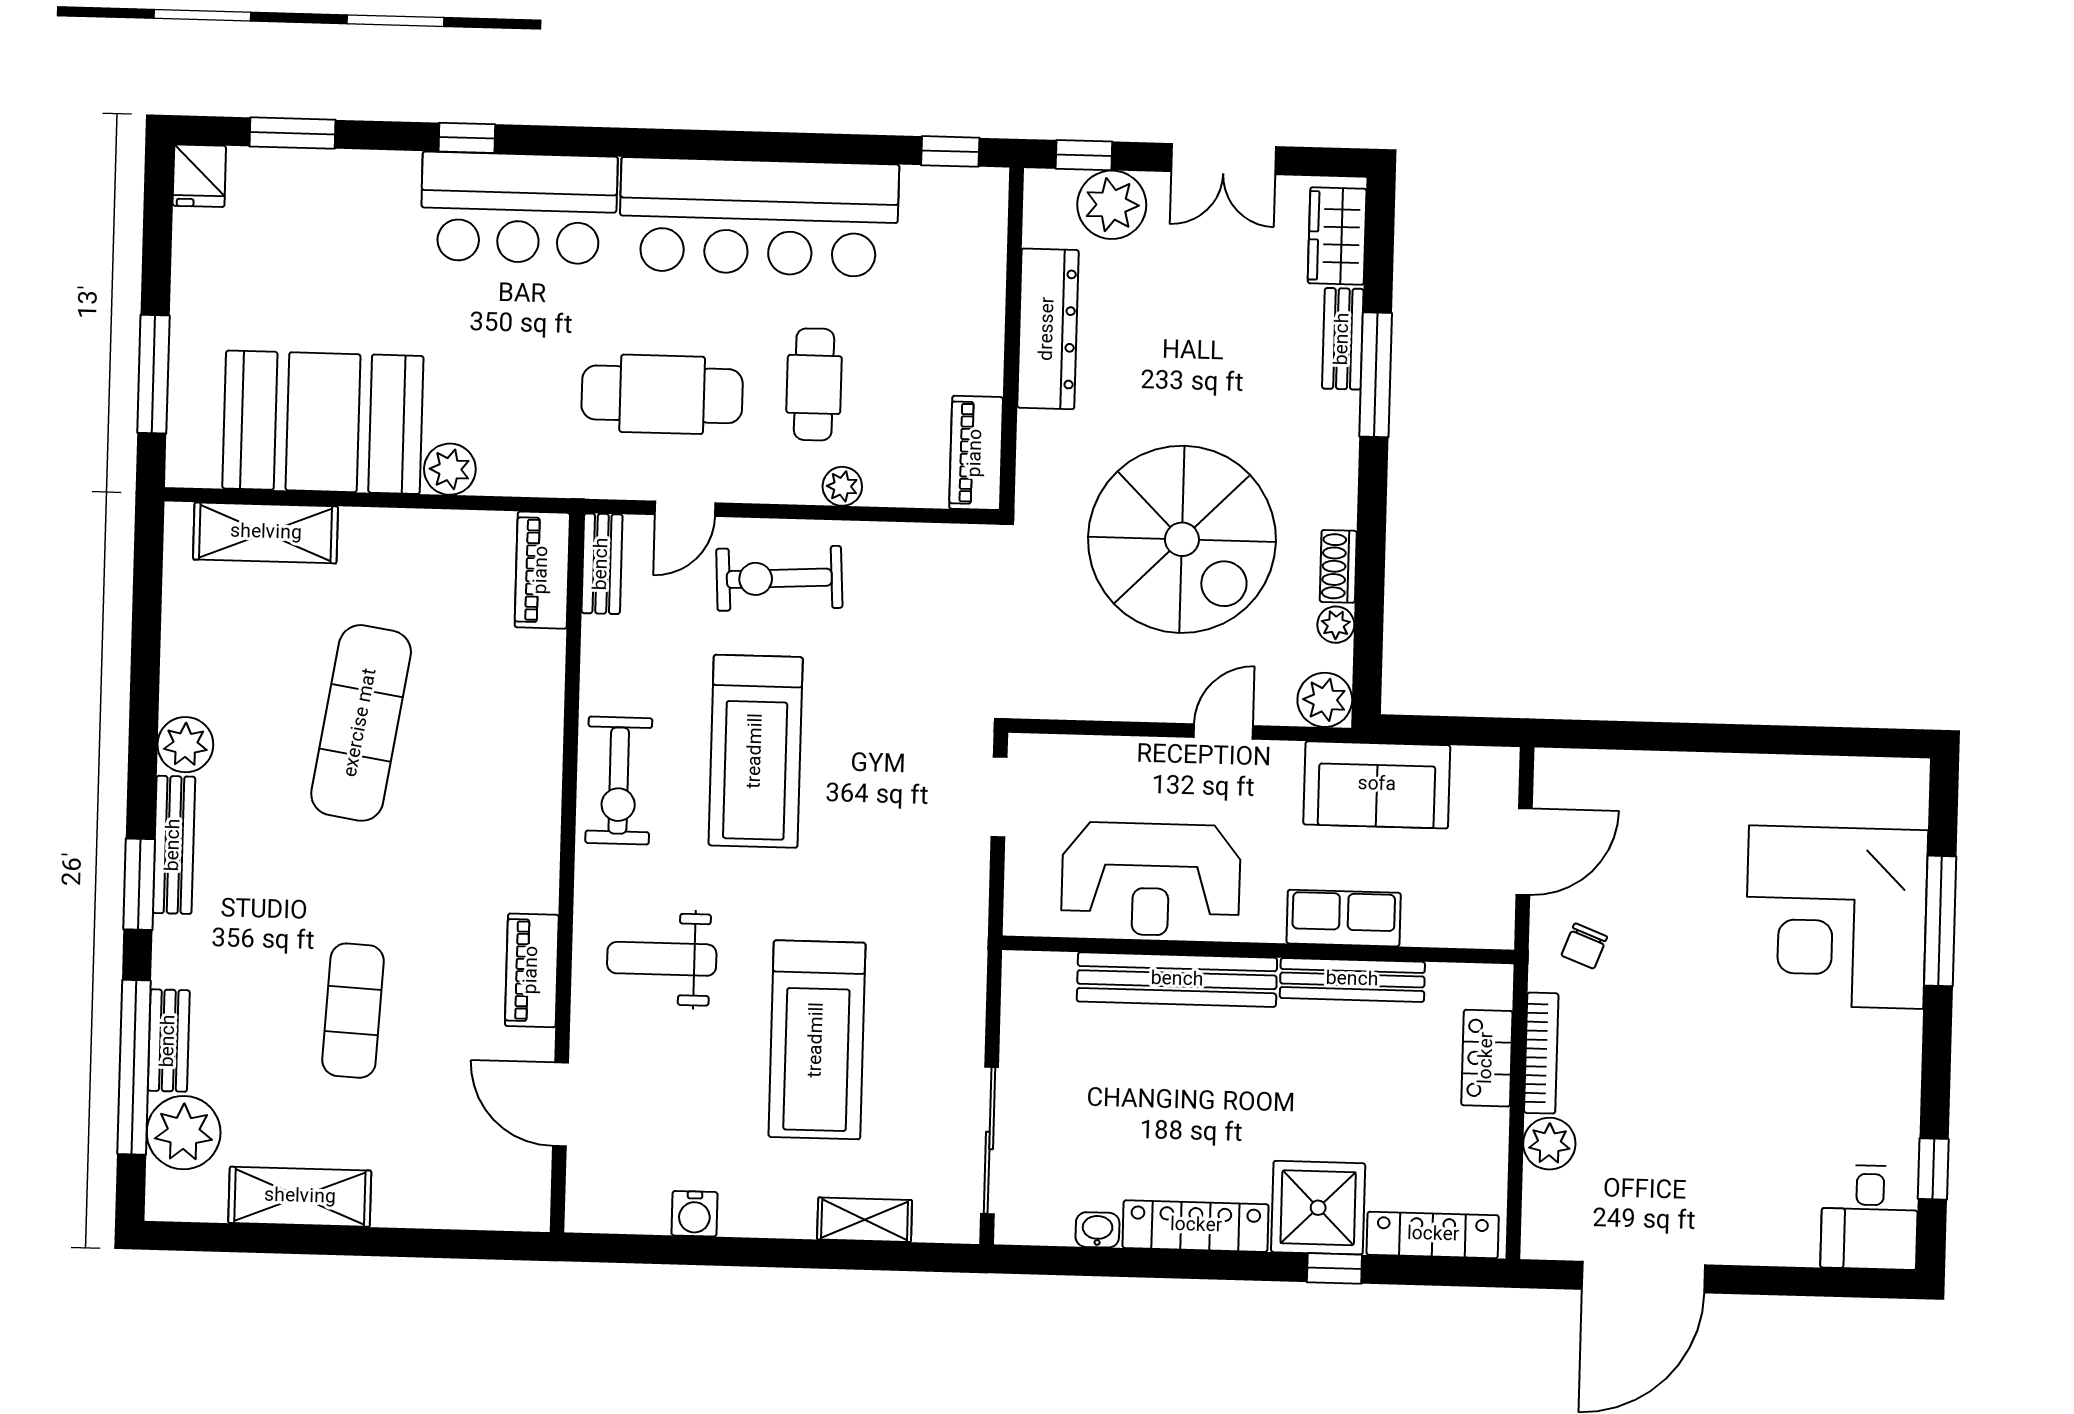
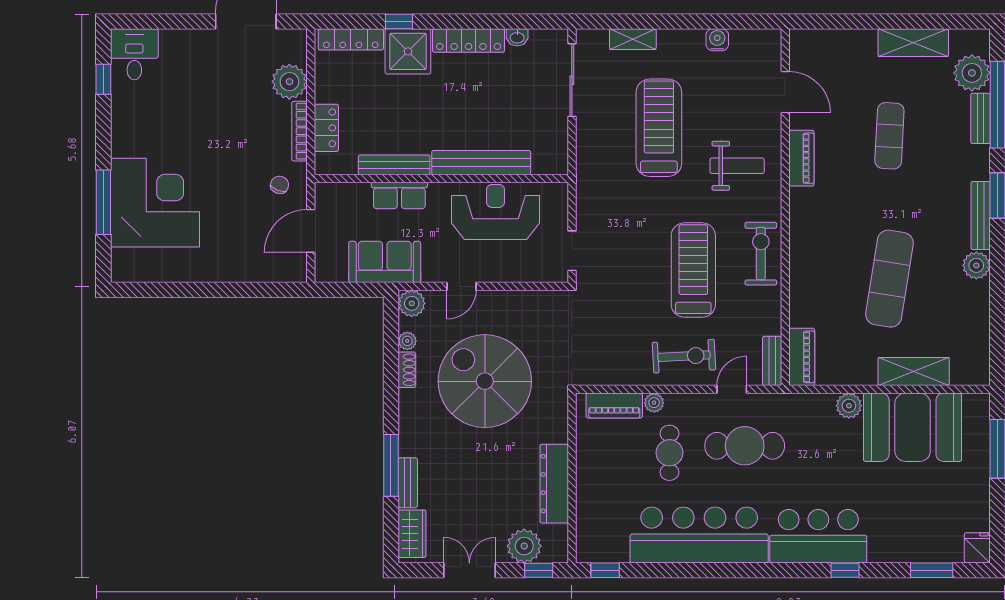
piano: (976, 453) -> (614, 405), moved, turned 90
shelving: (266, 533) -> (914, 372), moved
plant: (1549, 1144) -> (289, 82), width x1.36, depth x1.36

